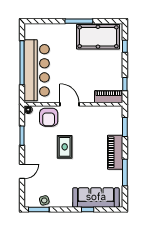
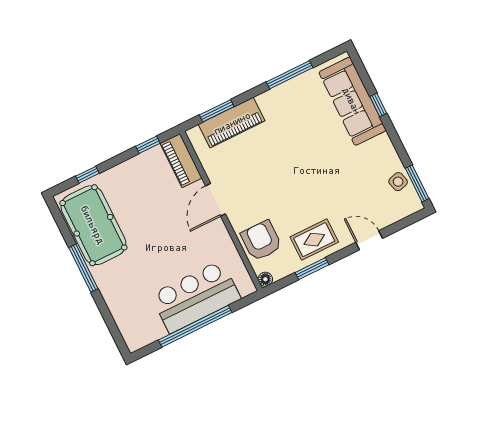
bar counter: (37, 70) -> (196, 297), width x0.73
door: (69, 104) -> (216, 200), moved
armchair: (49, 117) -> (261, 241), turned -90
rug: (65, 147) -> (314, 240), moved
piano: (115, 152) -> (232, 123), moved

